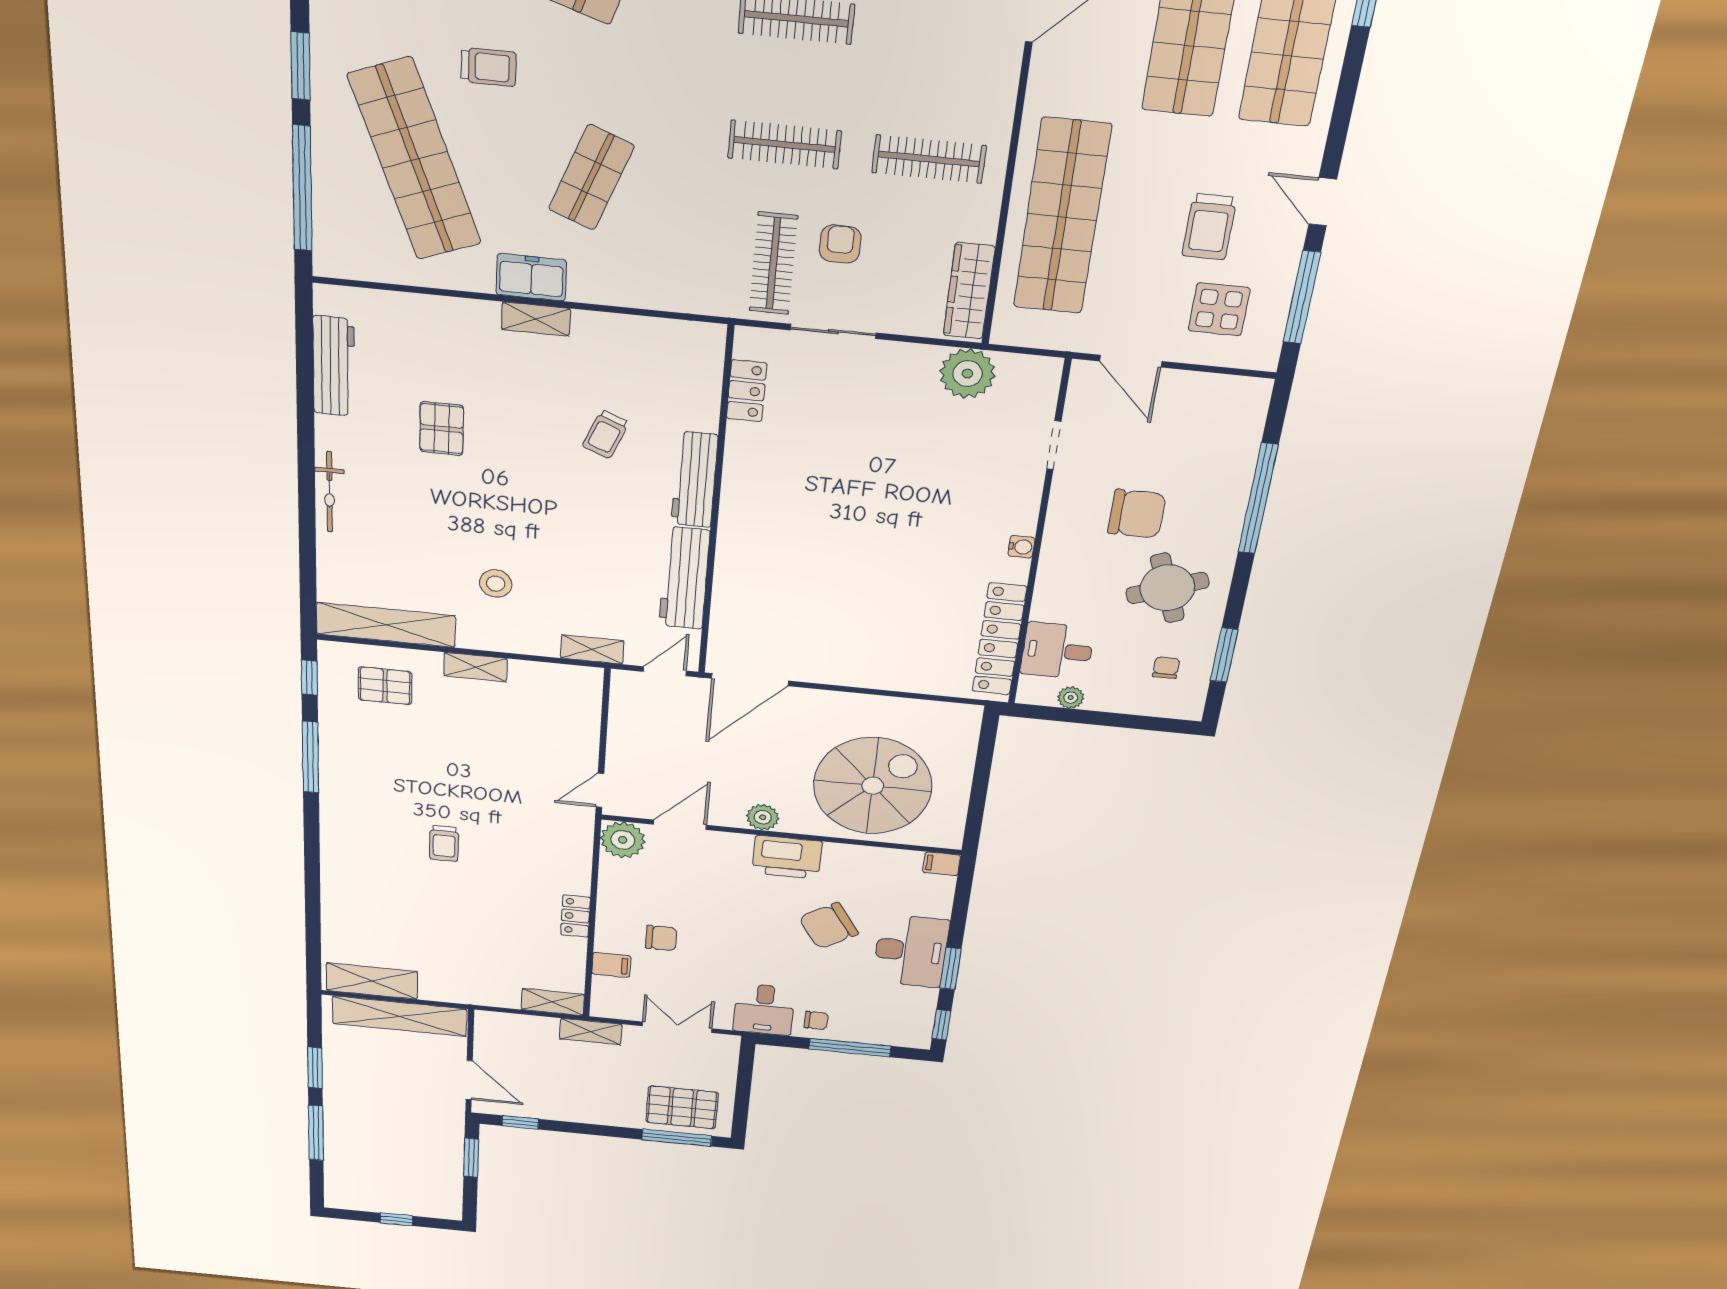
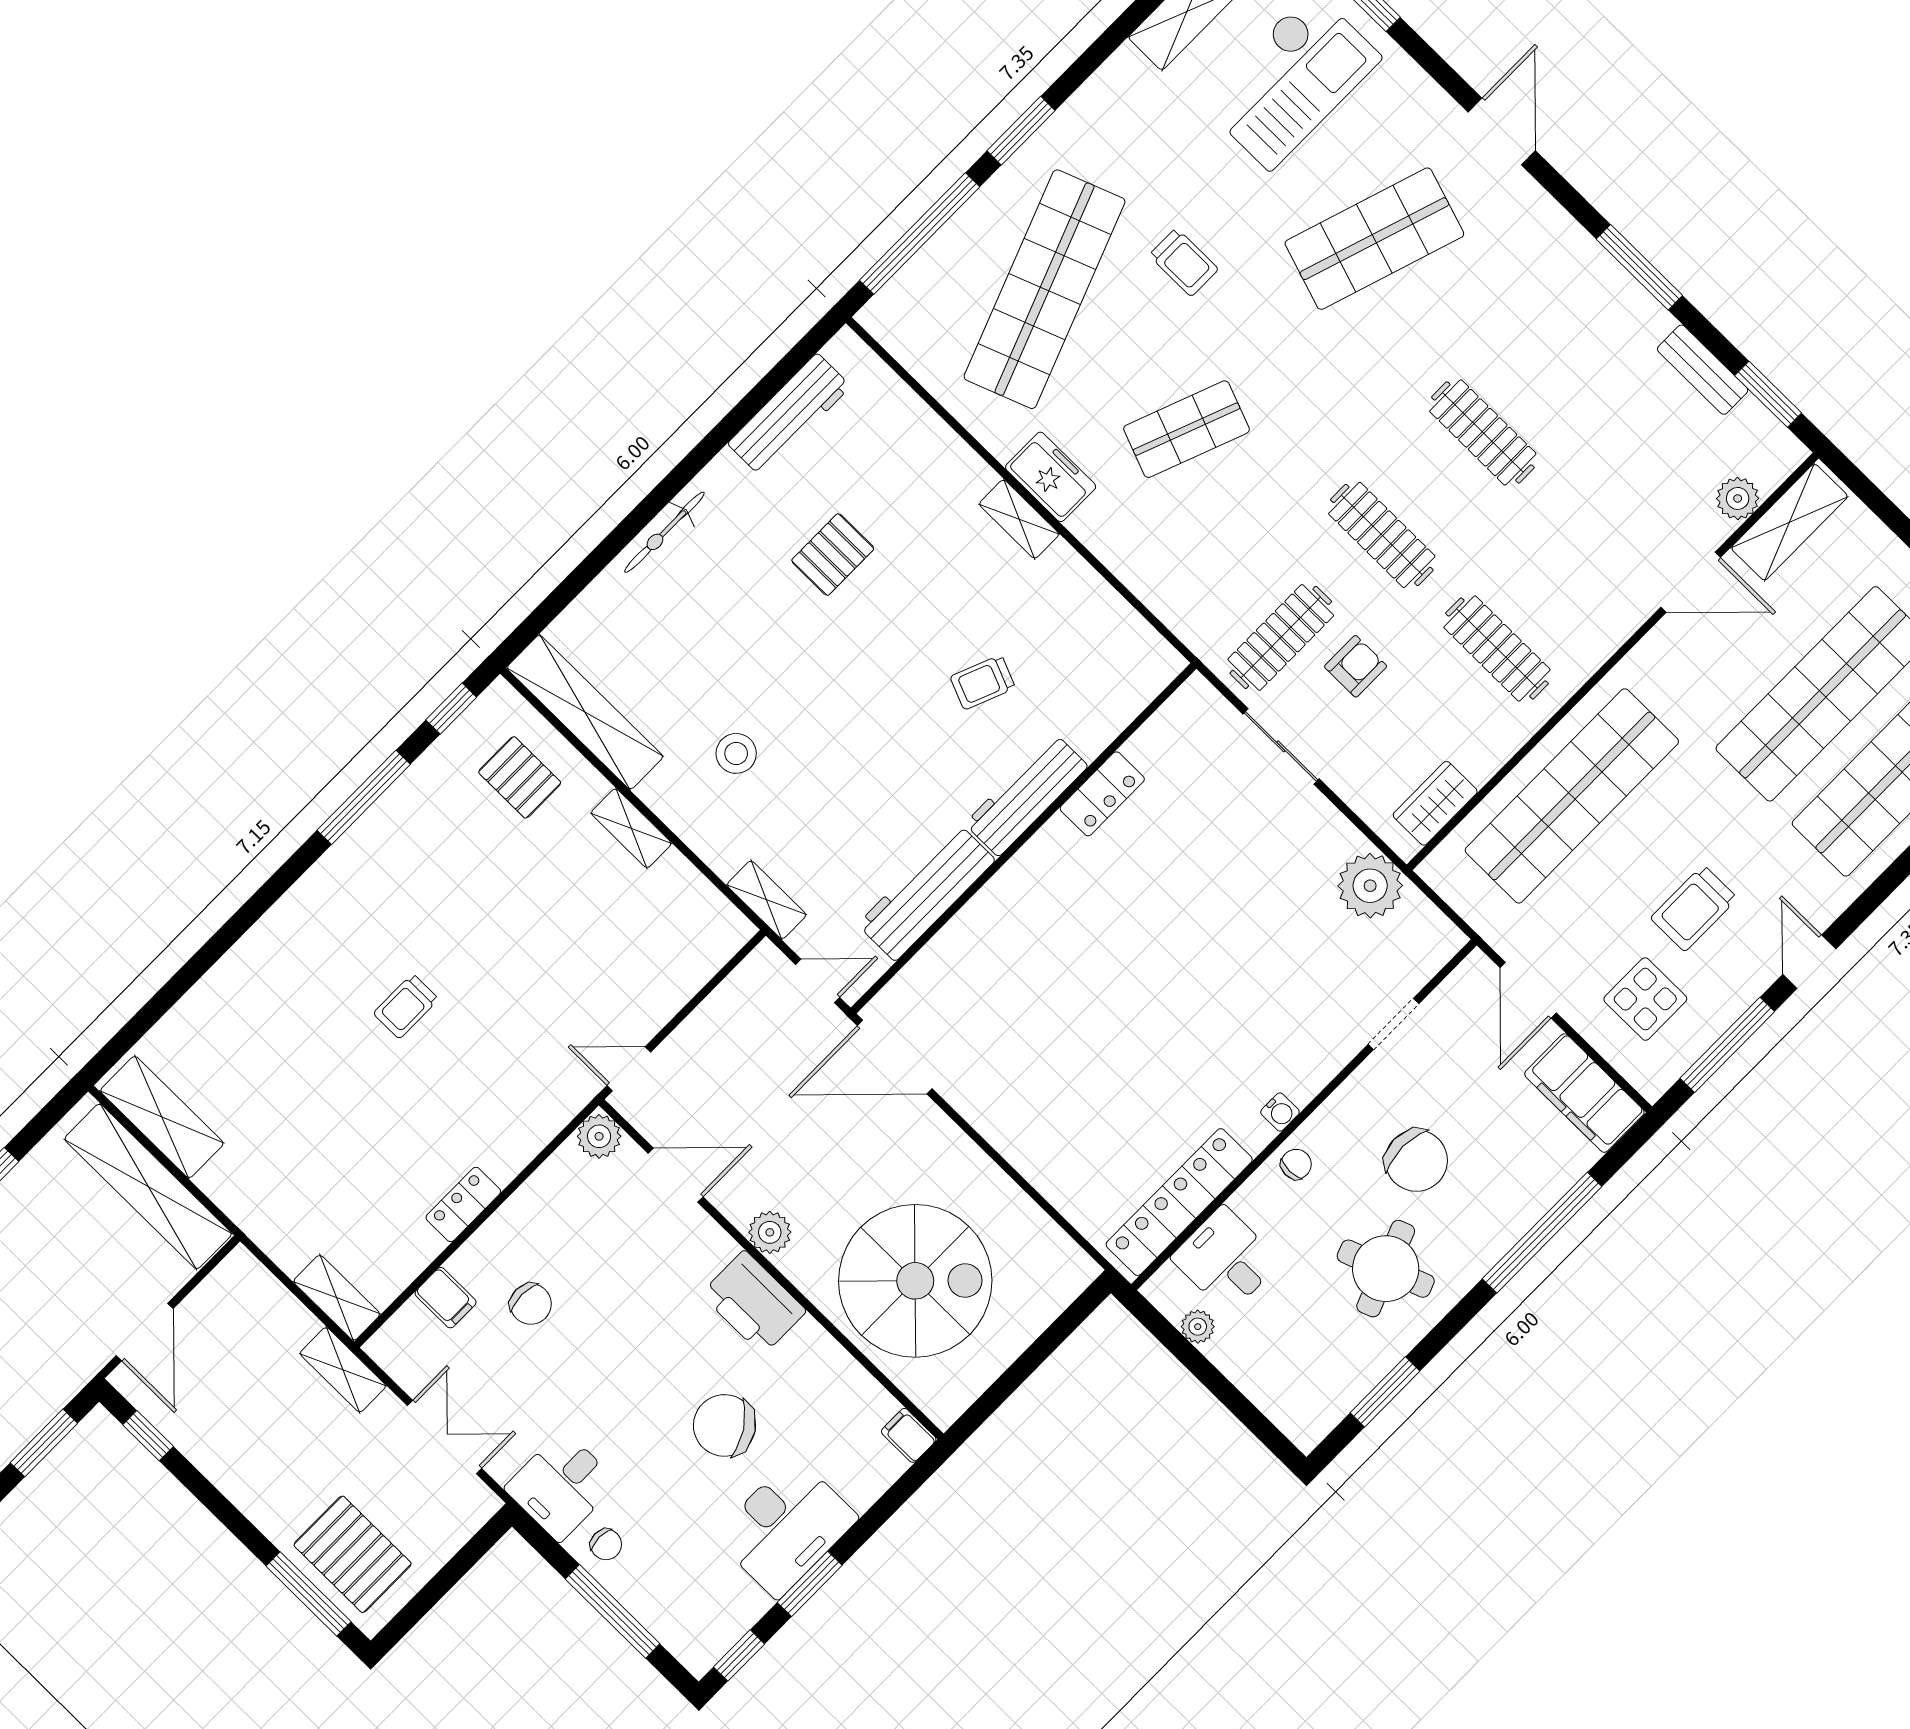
wardrobe: (969, 291) -> (1435, 803), width x0.67
locker: (747, 391) -> (1102, 794), moved
filing cabinet: (1221, 397) -> (1584, 1093), added
chair: (1166, 668) -> (1296, 1164), moved
plant: (623, 840) -> (599, 1136), width x0.73, depth x0.73

